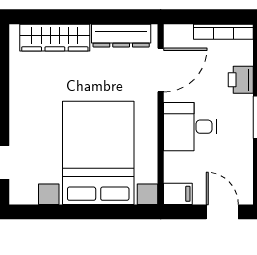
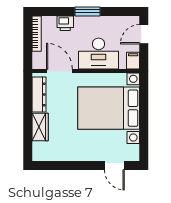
wardrobe: (55, 38) -> (40, 127), width x0.67
desk: (190, 127) -> (99, 54), width x1.37

